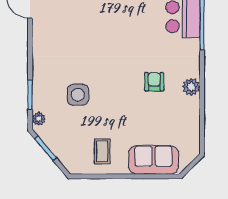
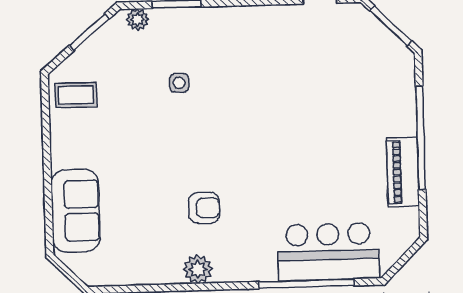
side table: (78, 95) -> (179, 83), width x0.54, depth x0.54
coffee table: (102, 151) -> (76, 95), moved

